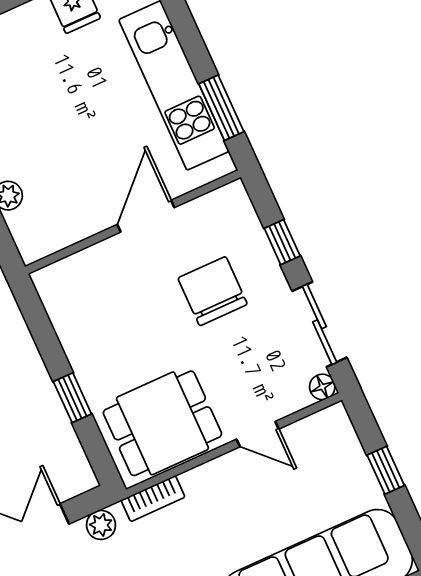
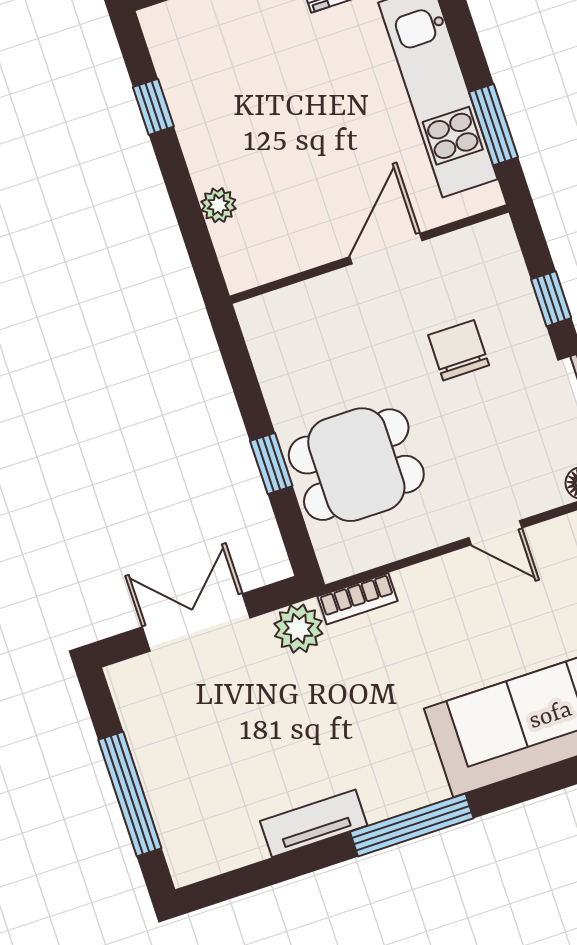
chair: (213, 291) -> (459, 350), width x0.73, depth x0.73
dining table: (162, 423) -> (356, 465), moved
plant: (101, 525) -> (298, 629), width x1.38, depth x1.38

